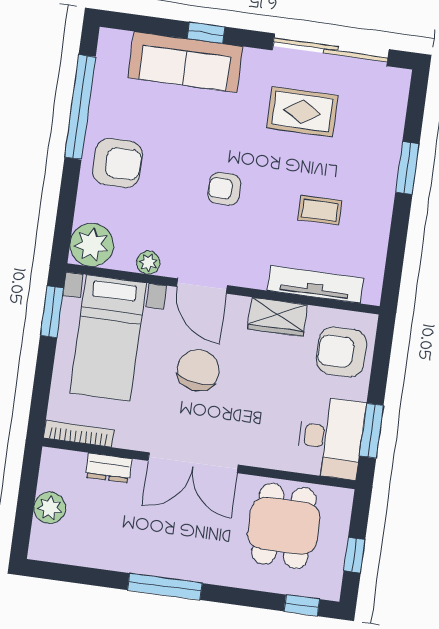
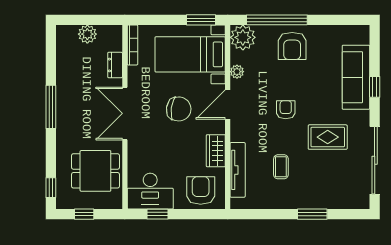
window: (80, 107) -> (277, 20), moved
rug: (302, 112) -> (328, 137), moved, turned 90
window: (371, 431) -> (157, 214), width x0.67

